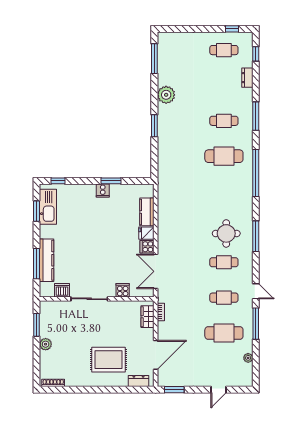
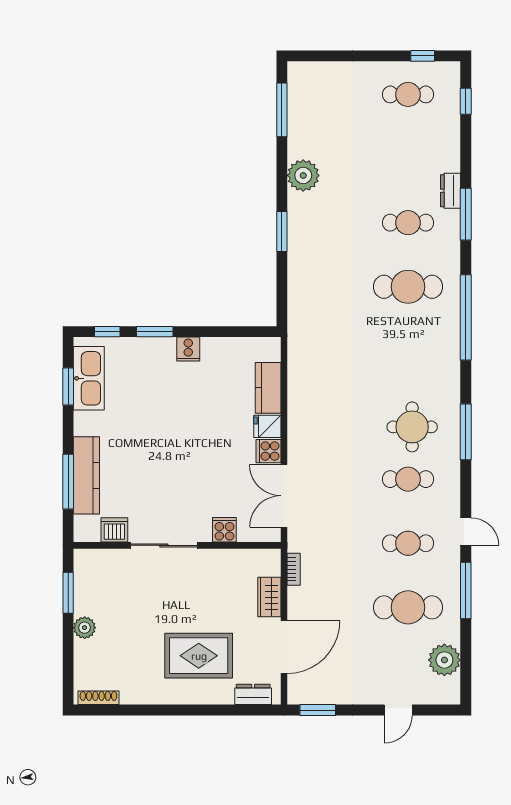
dresser: (247, 78) -> (450, 191), moved
window: (111, 181) -> (155, 332), moved
wardrobe: (147, 317) -> (269, 597), moved
plant: (248, 358) -> (444, 660), width x1.88, depth x1.88

